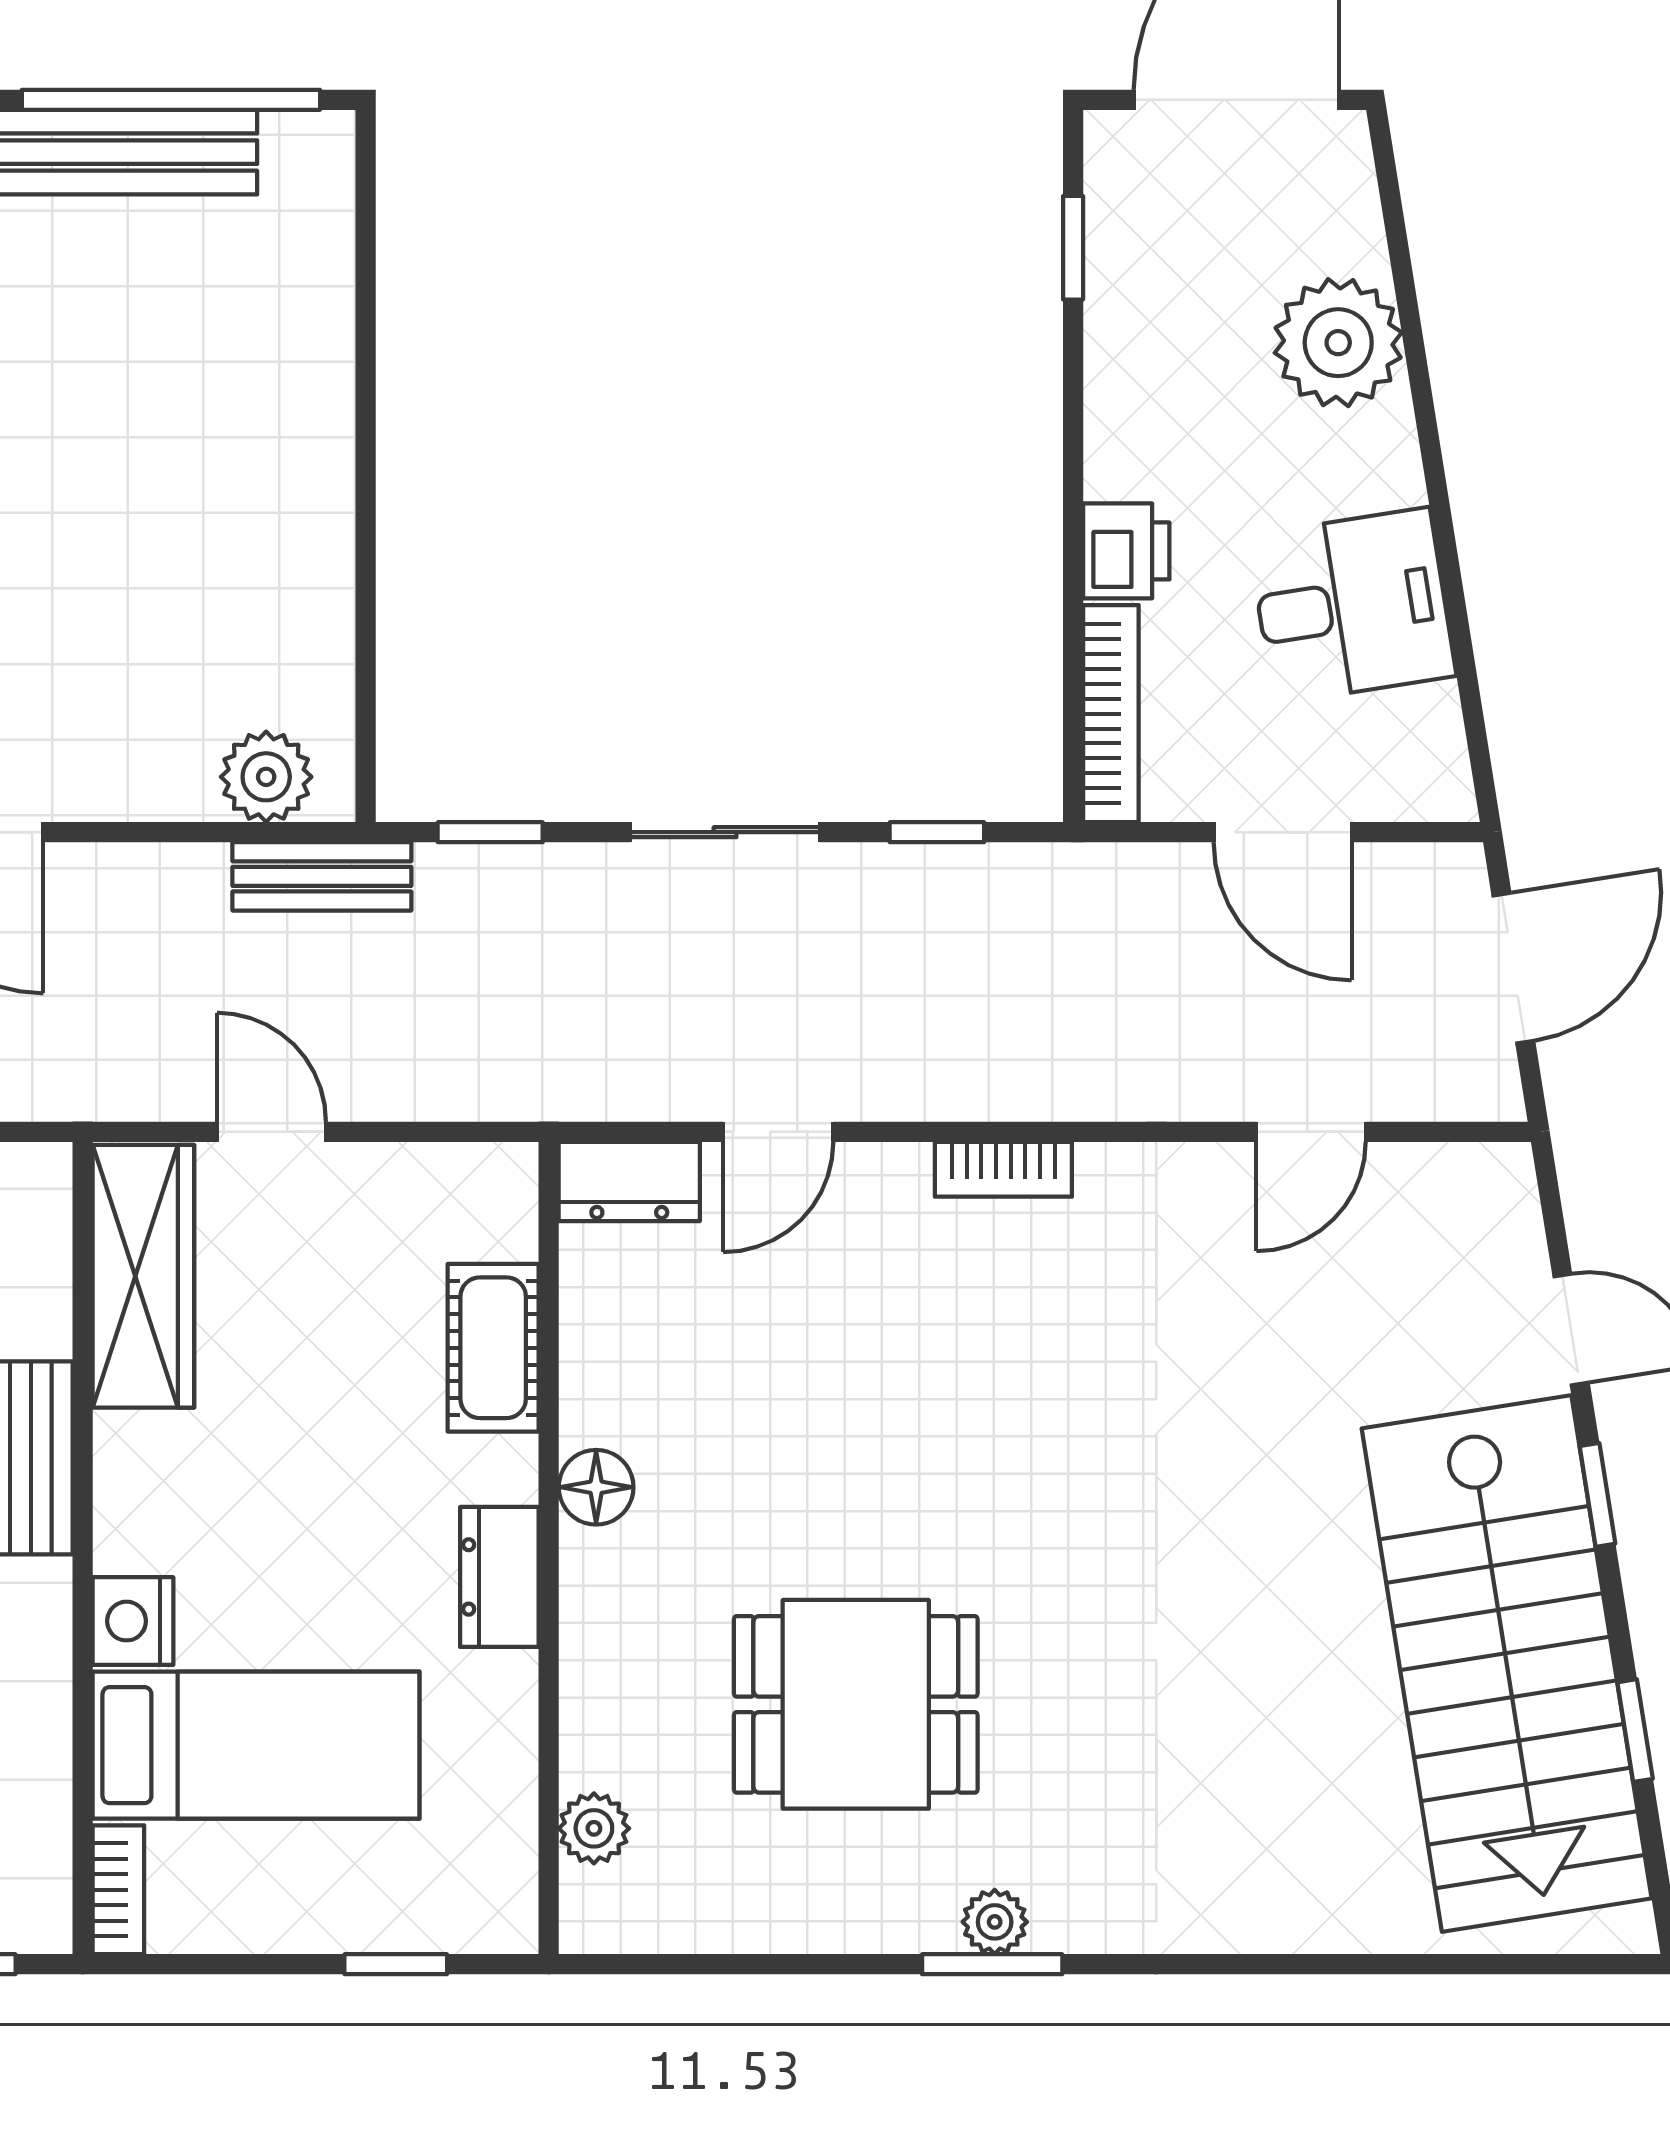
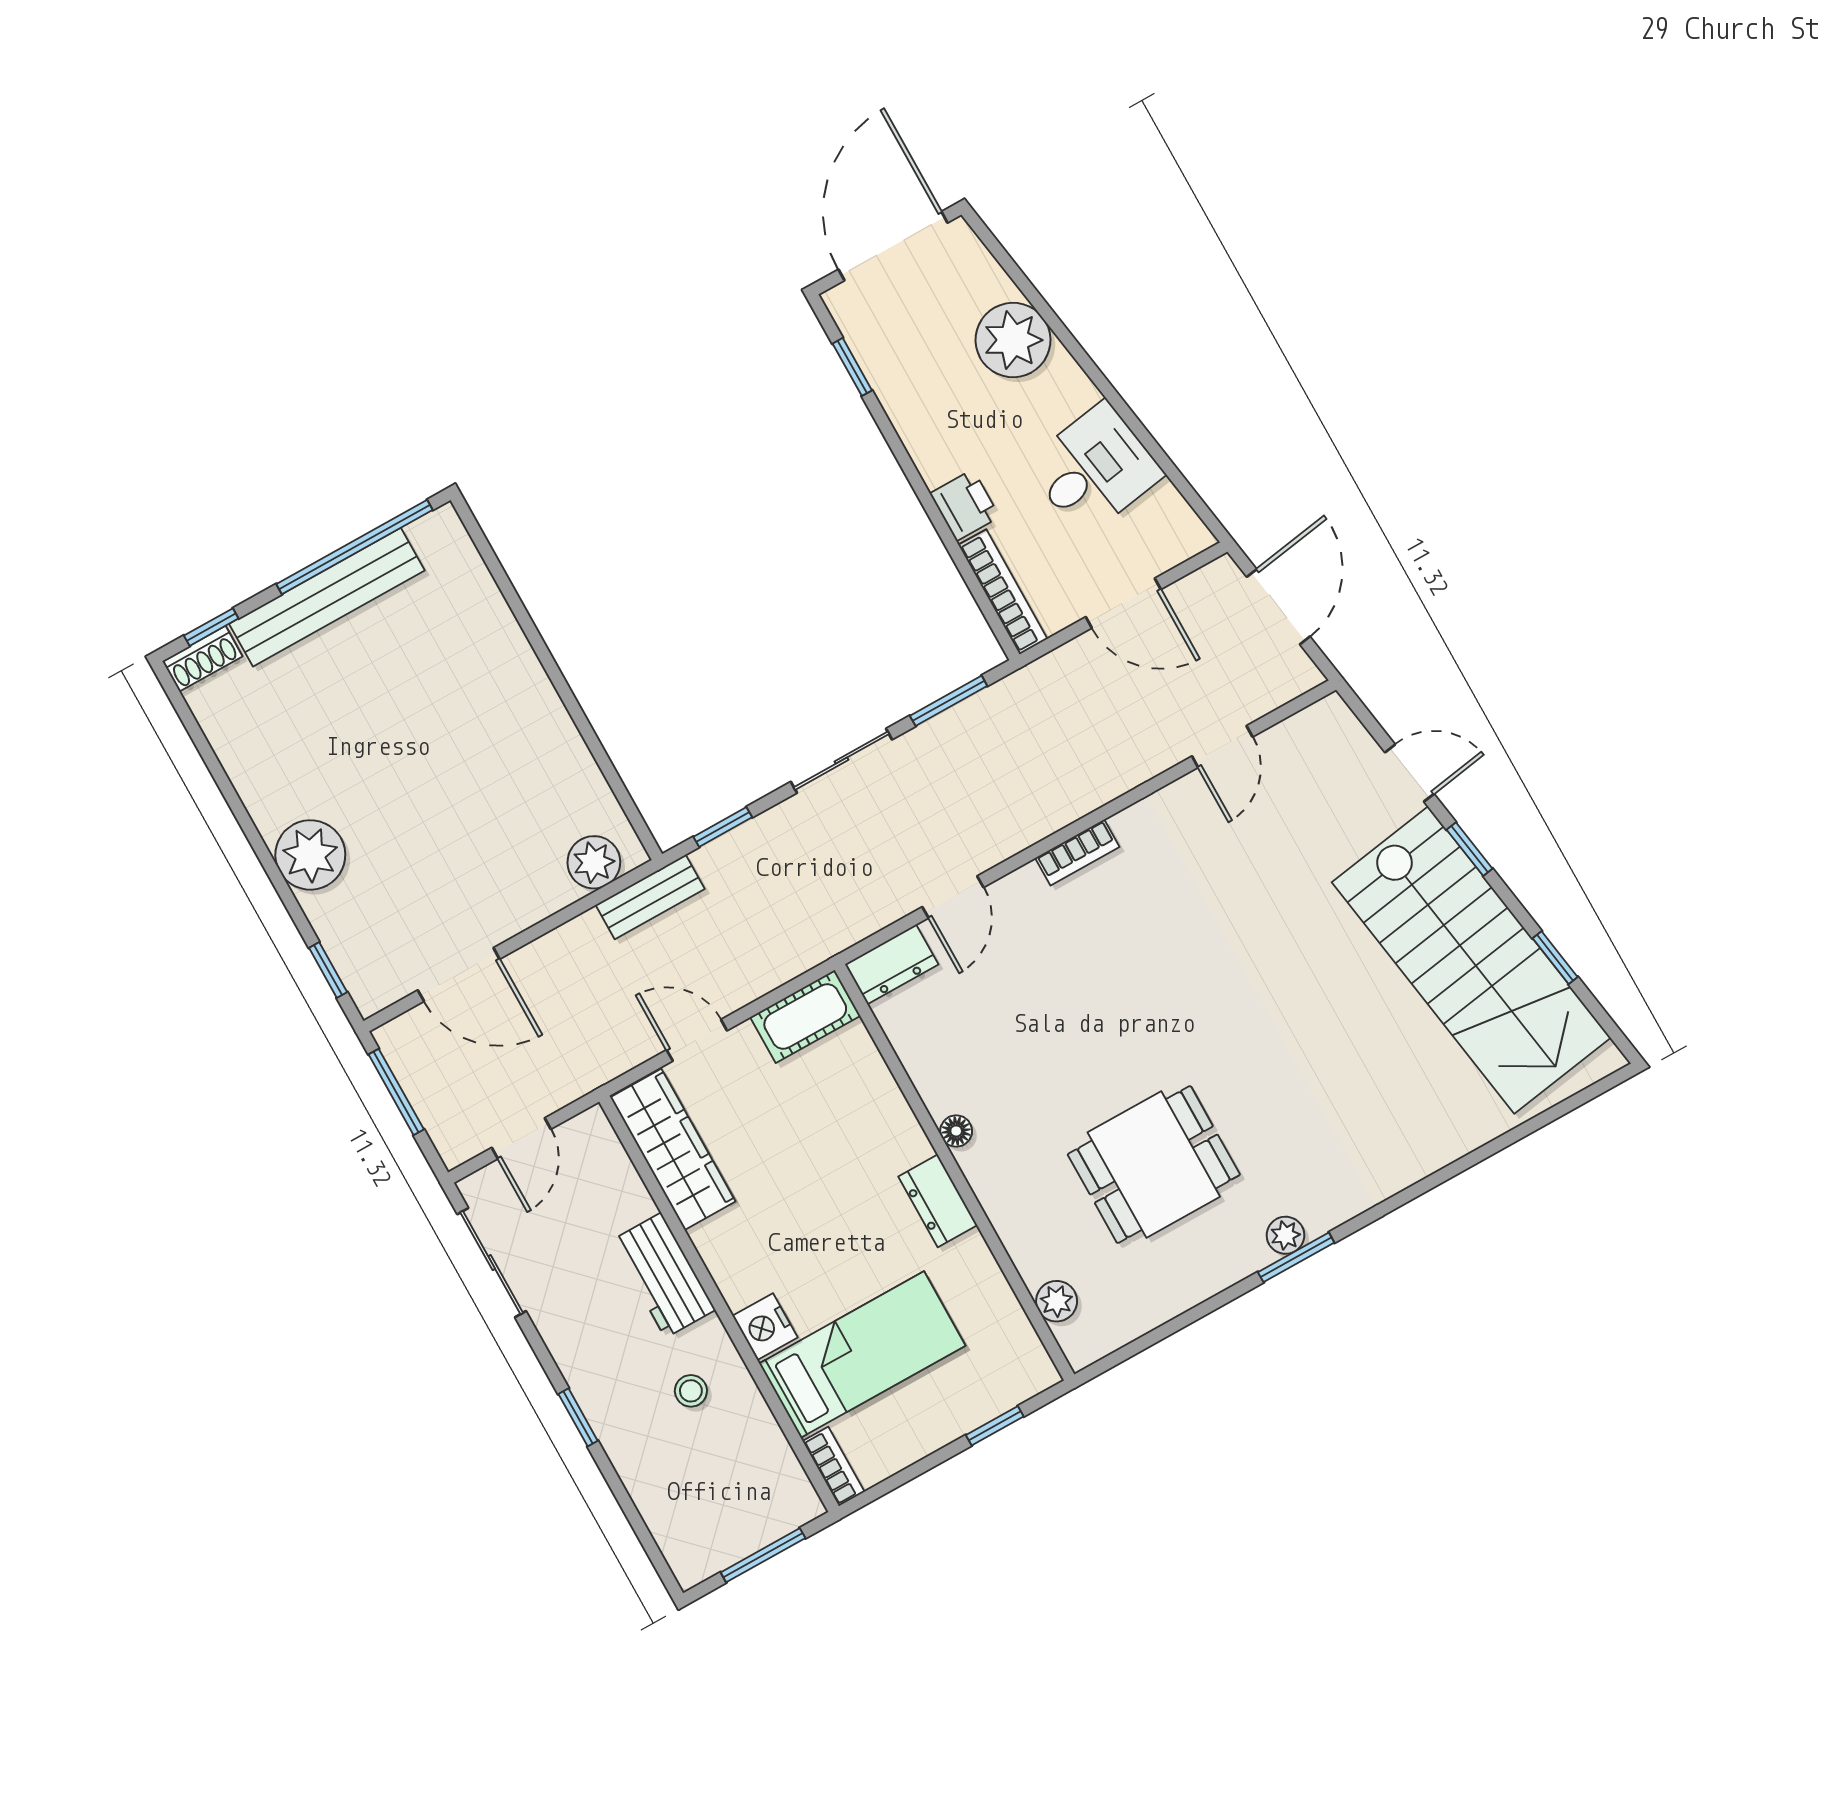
window: (937, 832) -> (949, 701), width x1.50
cot: (493, 1348) -> (805, 1017), moved, turned 90
floor lamp: (596, 1487) -> (956, 1131), width x0.73, depth x0.73

